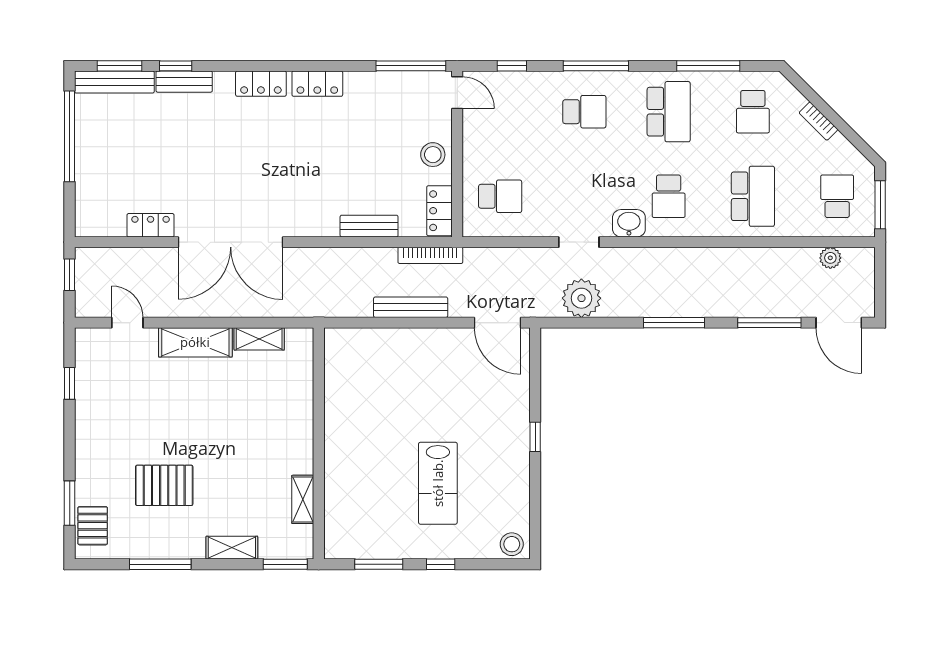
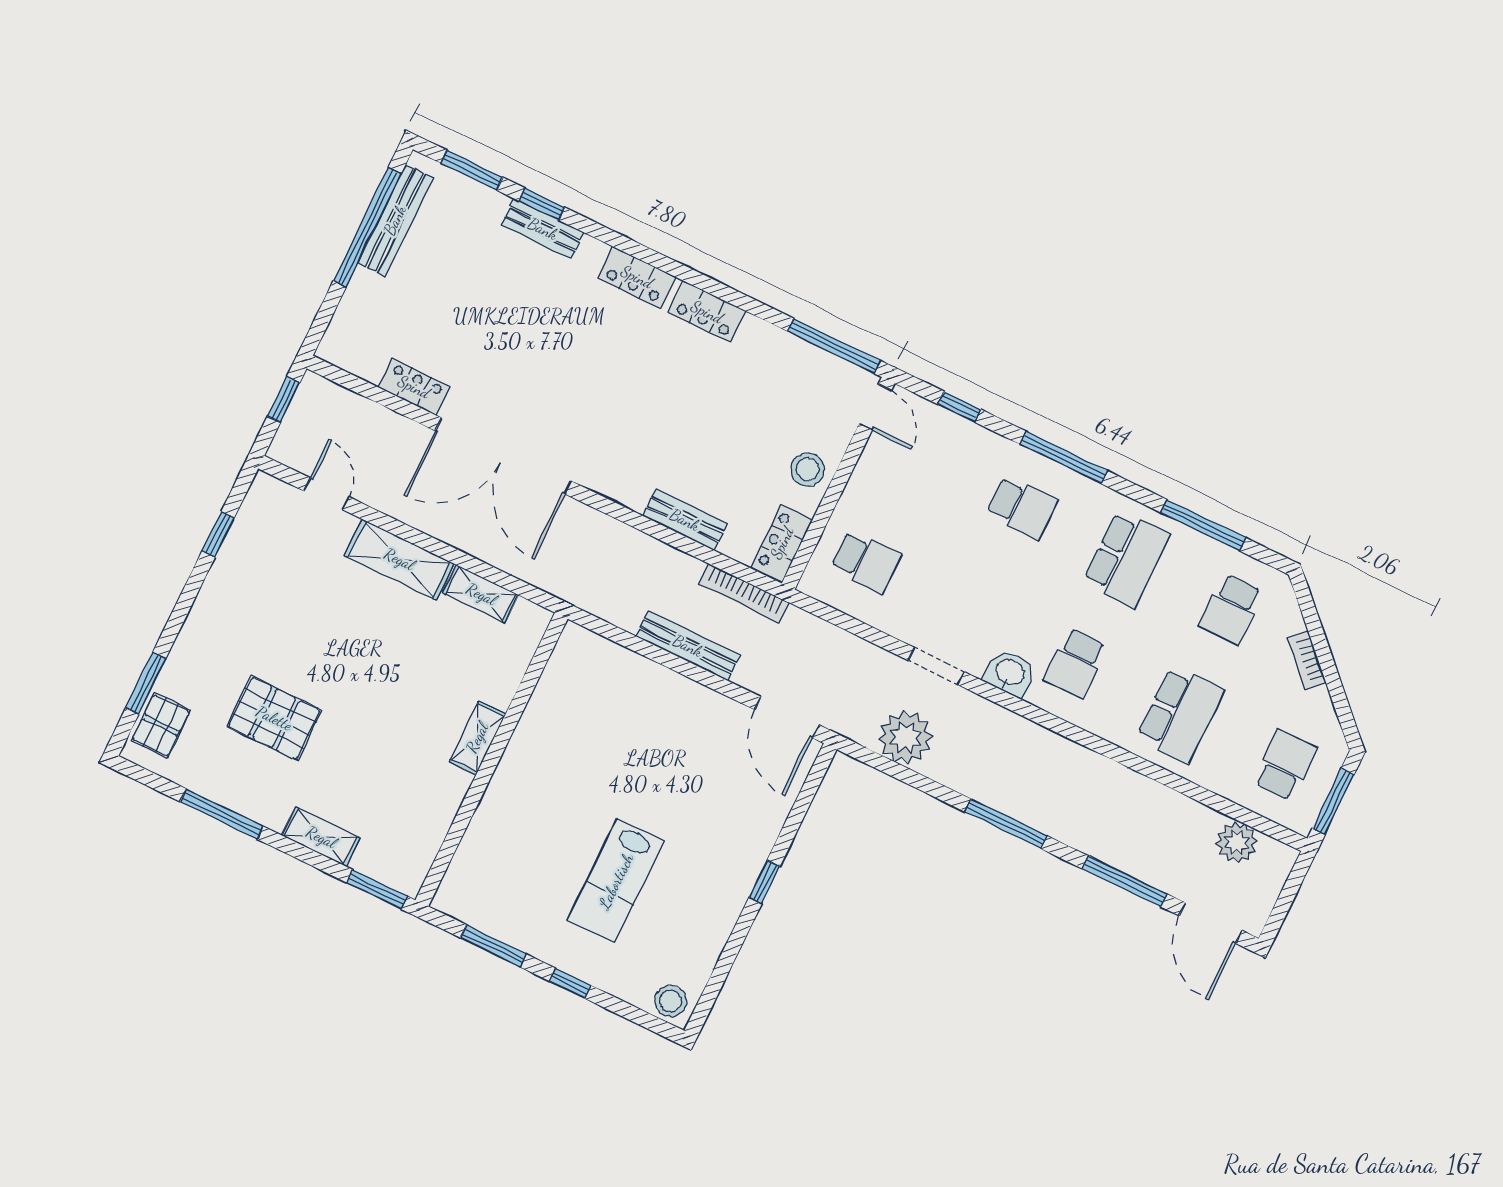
bench: (114, 82) -> (395, 220), moved, turned 90
plant: (830, 258) -> (1237, 843), width x1.38, depth x1.38
shelving: (303, 499) -> (477, 738), moved

